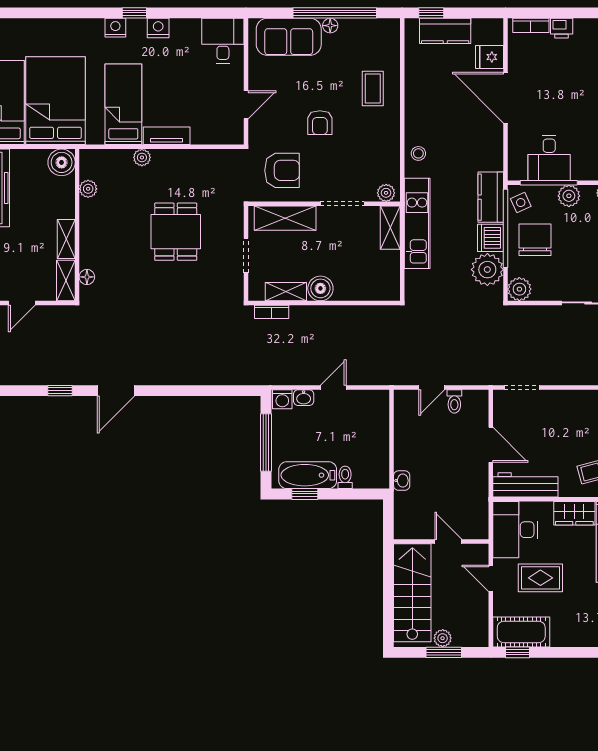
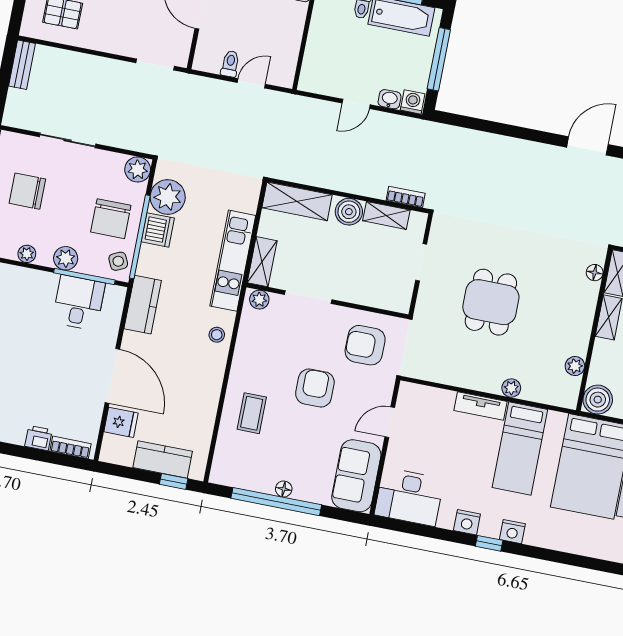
sofa: (289, 37) -> (356, 476), moved, turned -90
desk: (223, 41) -> (409, 497), width x1.37
armchair: (320, 123) -> (315, 388), width x1.38, depth x1.38
kitchen counter: (491, 197) -> (143, 305), moved
shelving: (285, 218) -> (297, 201), moved

